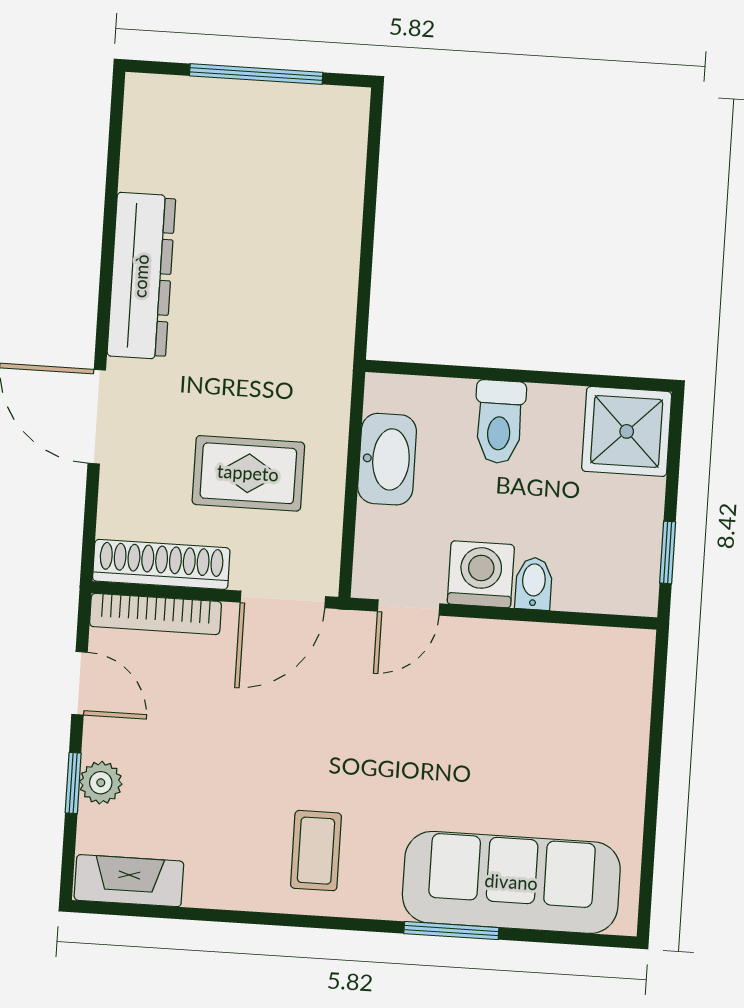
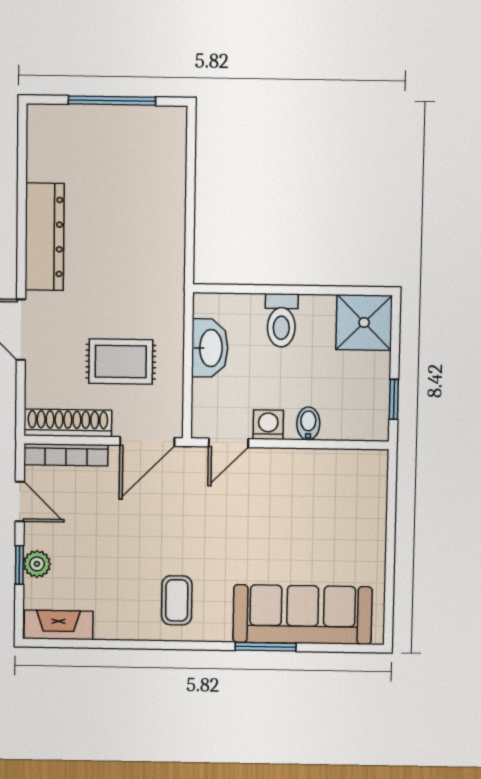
washing machine: (481, 574) -> (268, 425), width x0.73, depth x0.73

